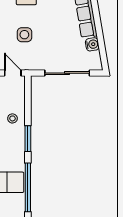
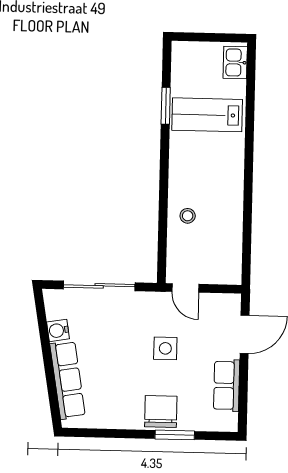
window: (28, 139) -> (164, 183), removed
window: (28, 187) -> (166, 106), width x0.47

